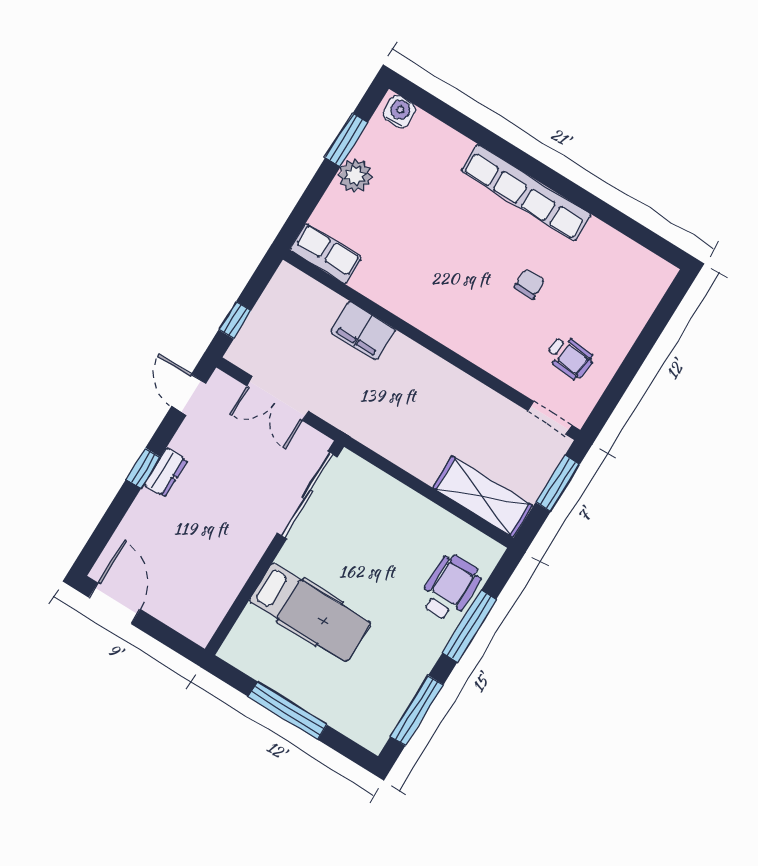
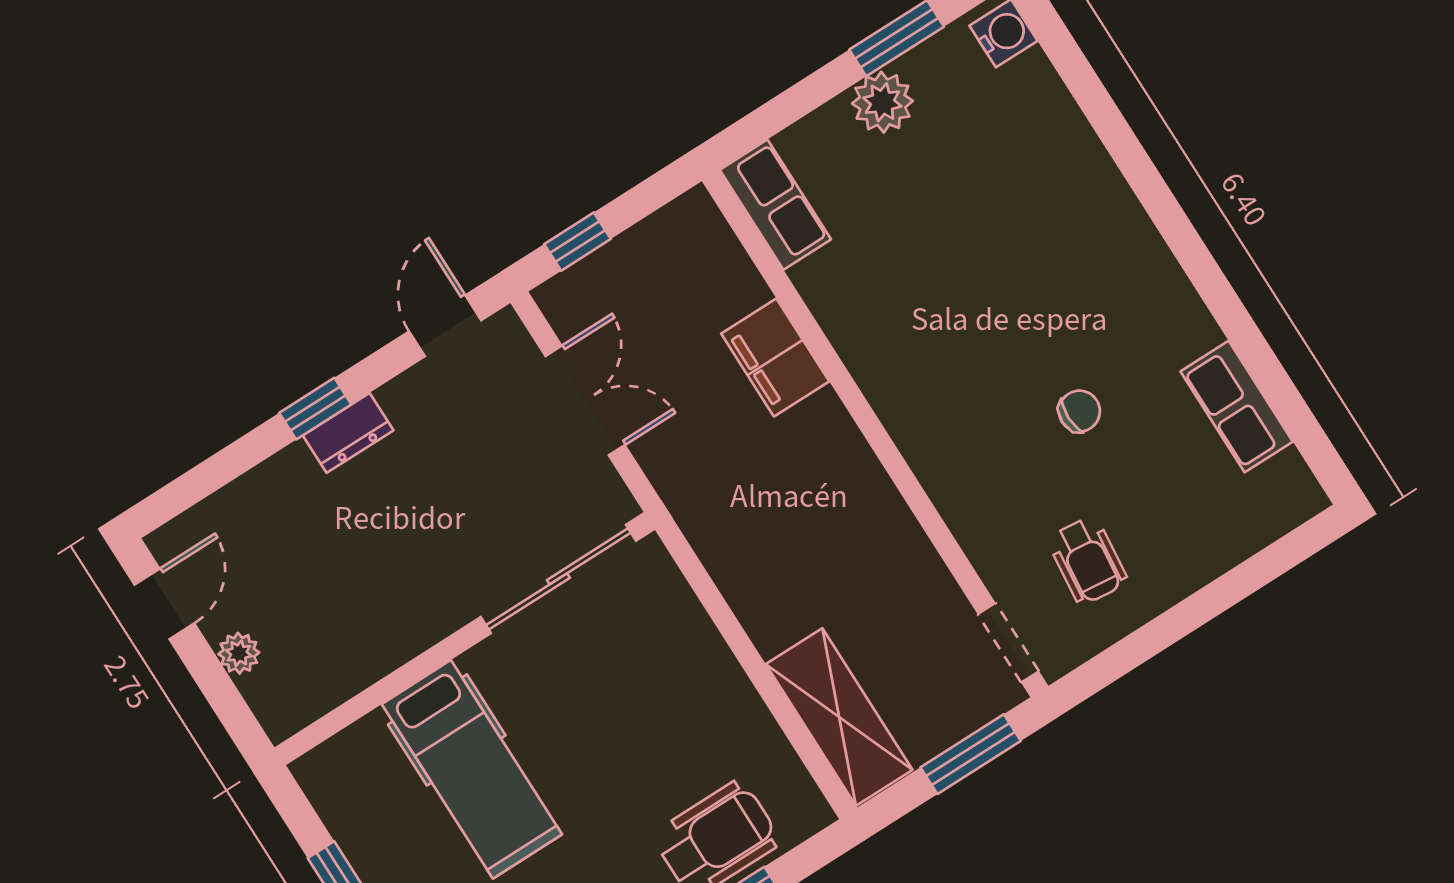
row of seats: (526, 193) -> (1237, 407), moved, width x0.50
double door: (277, 399) -> (585, 401), swing flipped
door: (115, 603) -> (164, 604), width x0.73
plant: (164, 610) -> (239, 653), added

